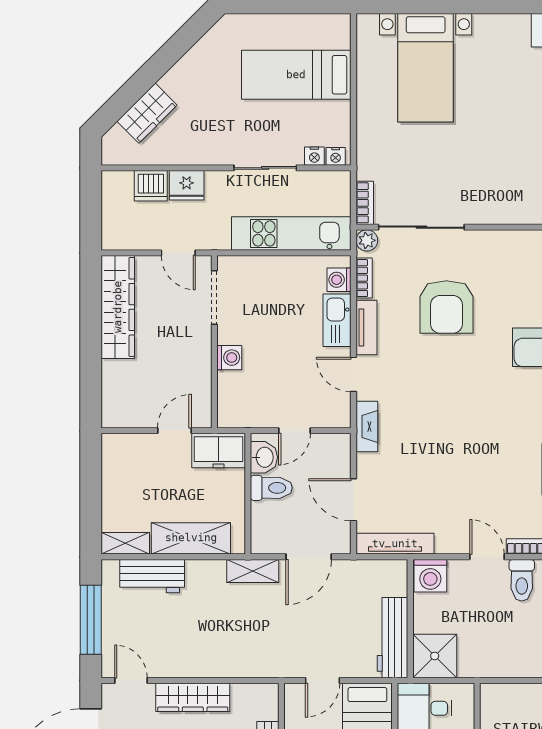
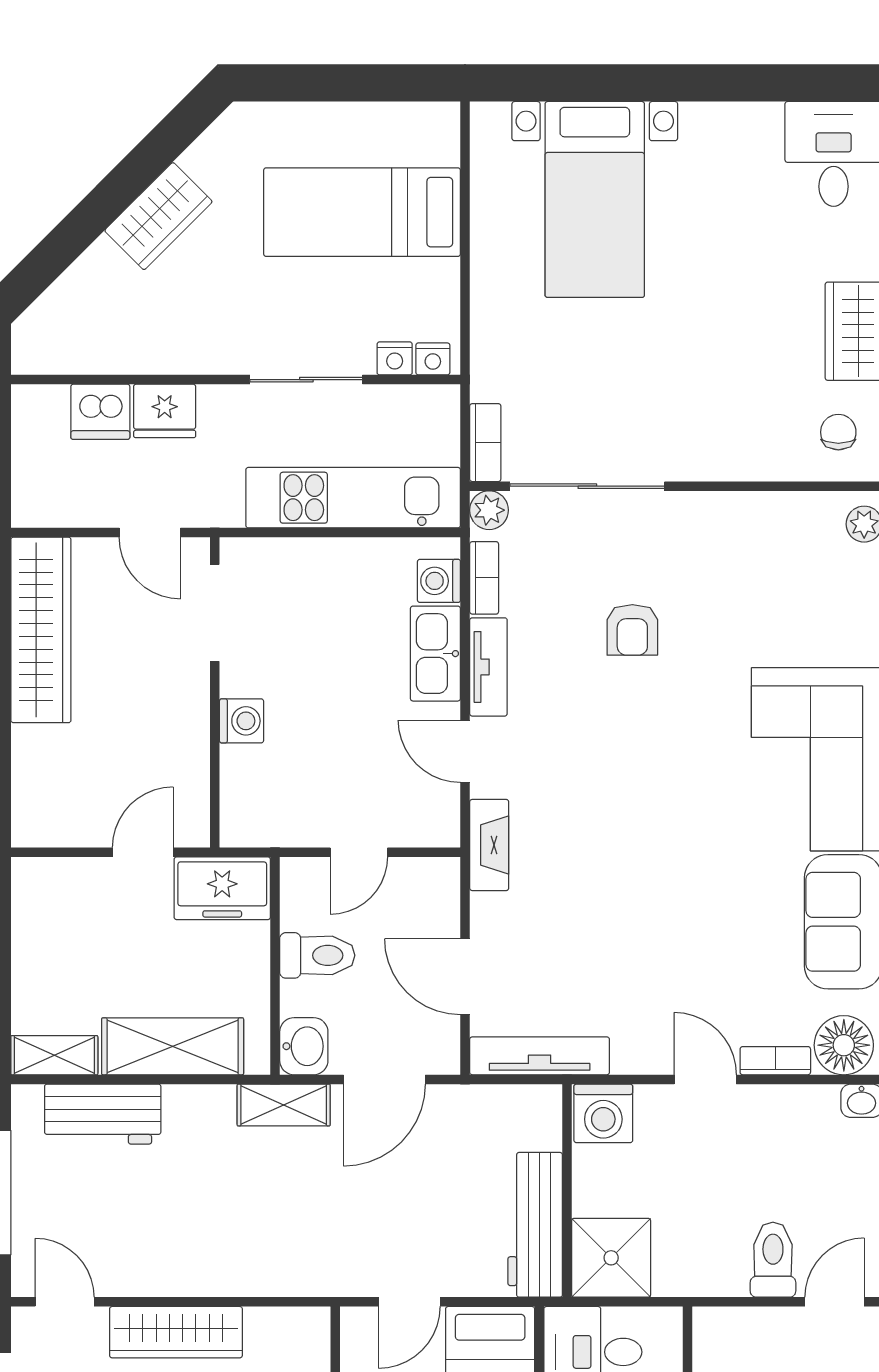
wardrobe: (147, 113) -> (158, 216), moved
armchair: (446, 307) -> (632, 630), width x0.53, depth x0.53
washbasin: (264, 457) -> (304, 1046), moved
toilet: (522, 580) -> (773, 1260), moved, turned 180

